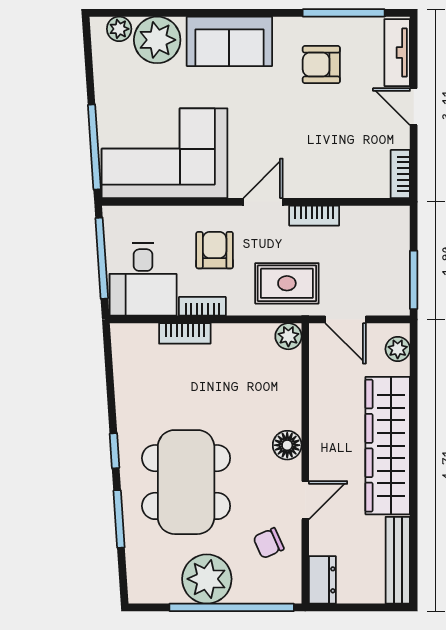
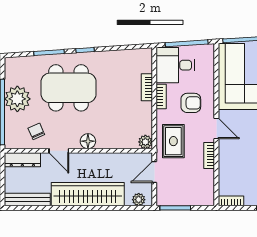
dresser: (322, 580) -> (22, 160), width x1.44

